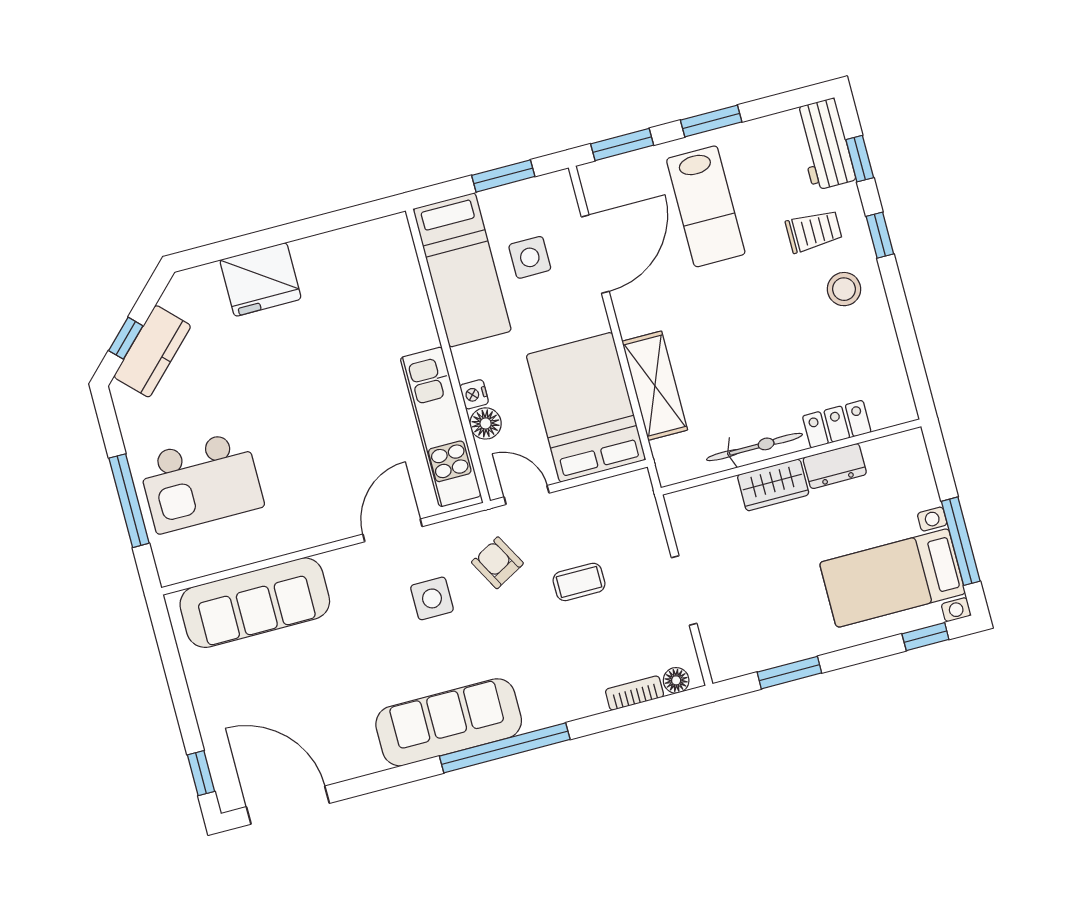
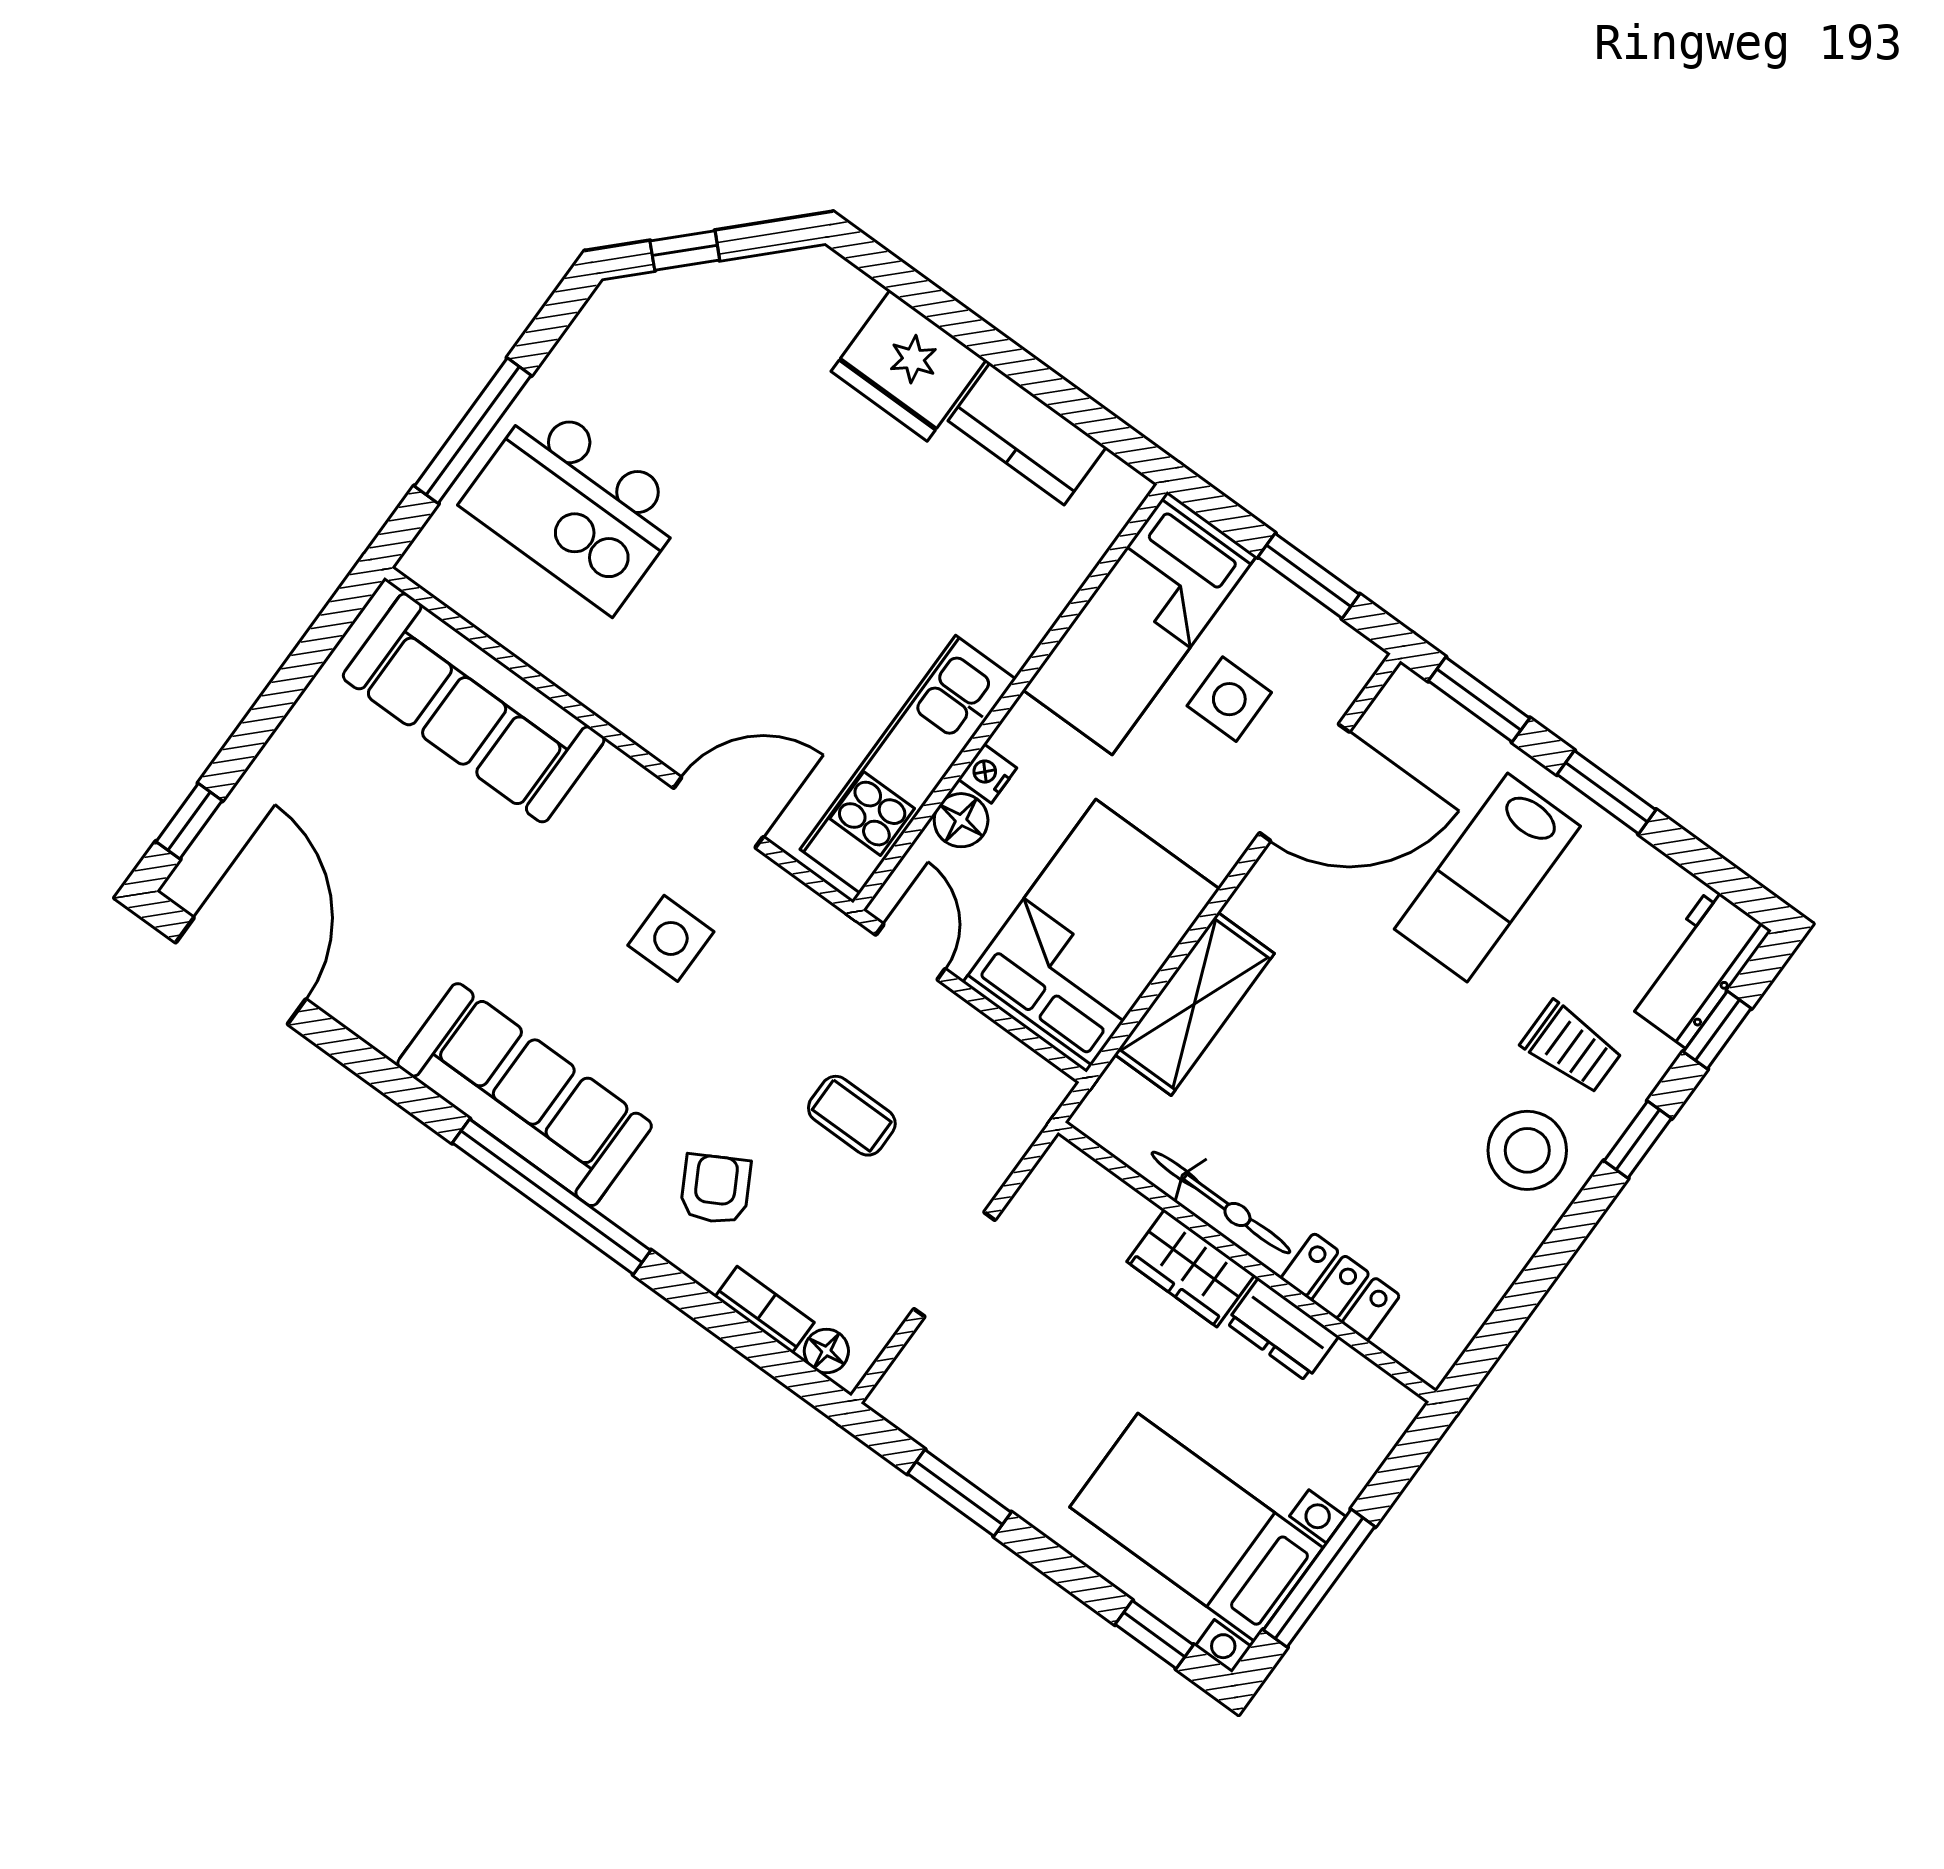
stool: (844, 289) -> (1527, 1150), width x1.38, depth x1.38
kitchen counter: (152, 351) -> (1027, 434), moved, turned 45
armchair: (497, 563) -> (715, 1189), moved

